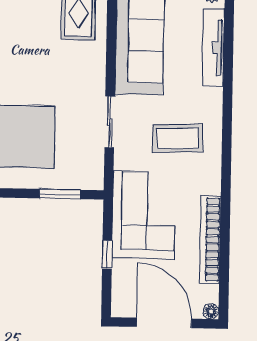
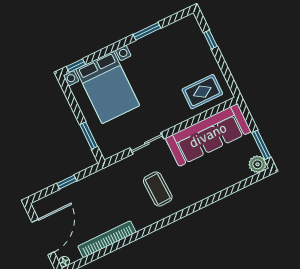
tv unit: (213, 47) -> (223, 183), removed
corner sofa: (144, 215) -> (102, 192), removed

